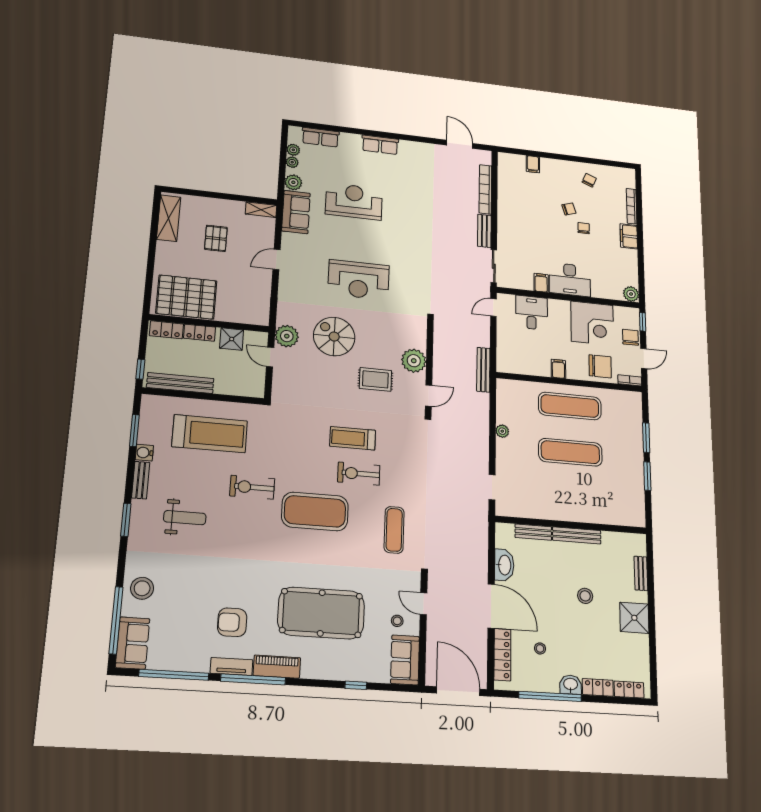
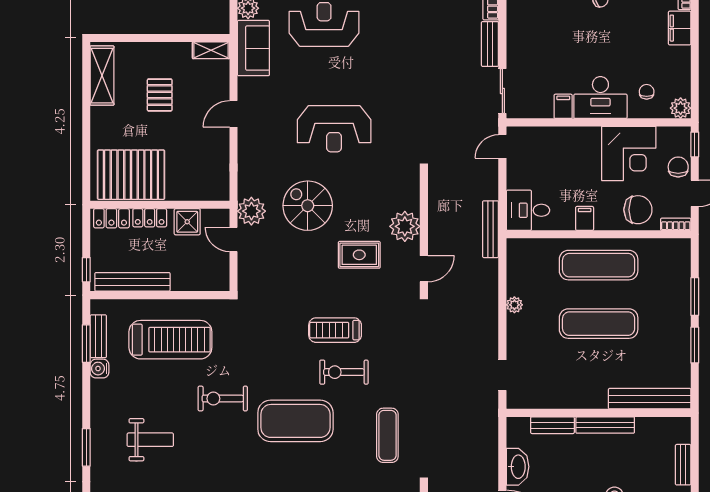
chair: (584, 228) -> (647, 92), moved
desk: (532, 313) -> (528, 210), moved, turned -90
bench: (141, 480) -> (98, 336), moved
bench: (612, 517) -> (650, 399), added

